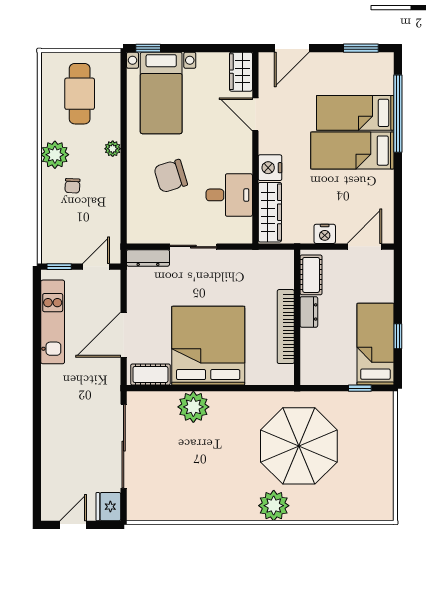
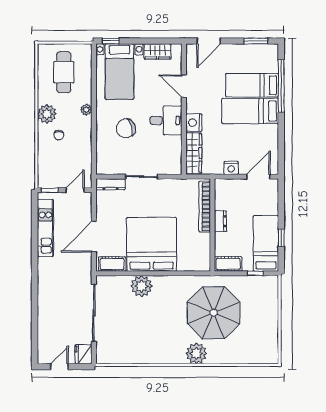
wardrobe: (241, 72) -> (158, 51), moved, turned -90
desk: (229, 195) -> (166, 120), moved
cot: (311, 275) -> (228, 264), moved, turned 90
bookcase: (286, 327) -> (205, 207), moved

